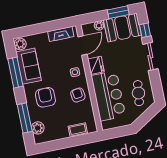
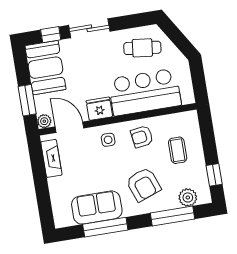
window: (118, 12) -> (27, 100), moved
plant: (99, 25) -> (44, 121), moved
plant: (20, 44) -> (64, 219), removed
armchair: (45, 97) -> (143, 184), turned -110
coffee table: (78, 129) -> (178, 150), moved
window: (54, 145) -> (214, 175), added

